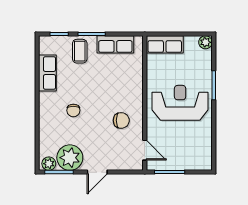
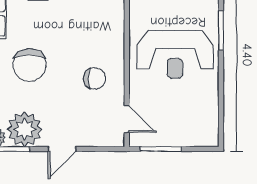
reception desk: (180, 103) -> (175, 54), turned 180
chair: (73, 110) -> (29, 65), width x1.87, depth x1.87

